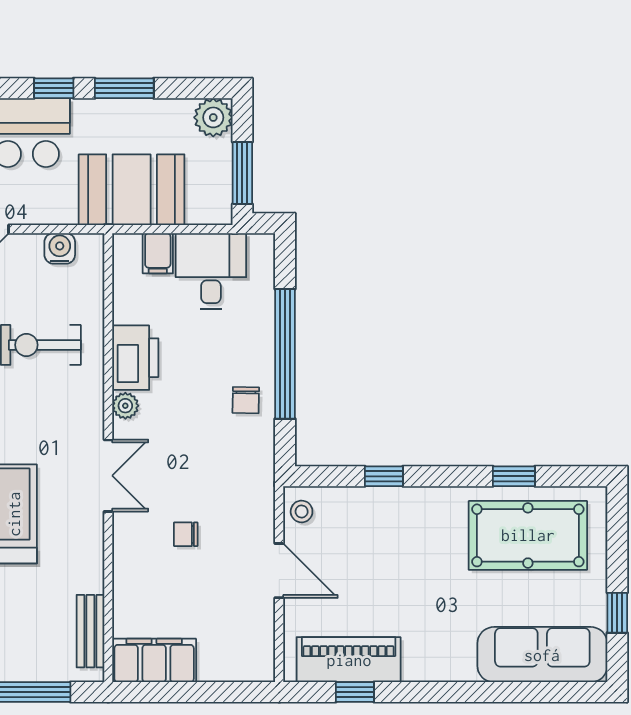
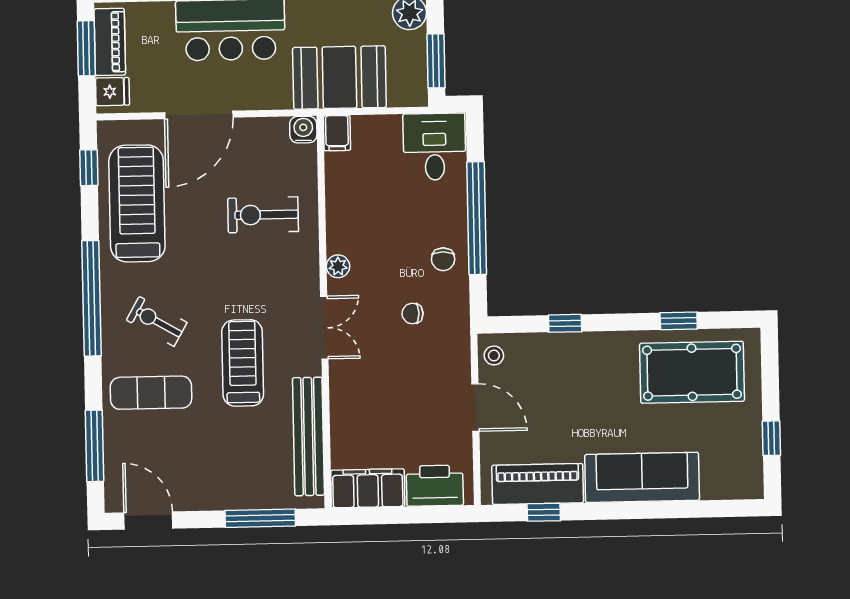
water cooler: (60, 248) -> (303, 130), moved
filing cabinet: (158, 253) -> (337, 133), moved
desk: (211, 271) -> (434, 147), moved
printer: (135, 358) -> (435, 486), moved, turned -90
chair: (186, 534) -> (412, 313), moved
bench: (90, 631) -> (308, 436), width x1.86, depth x1.21
sofa: (542, 655) -> (642, 477), moved

